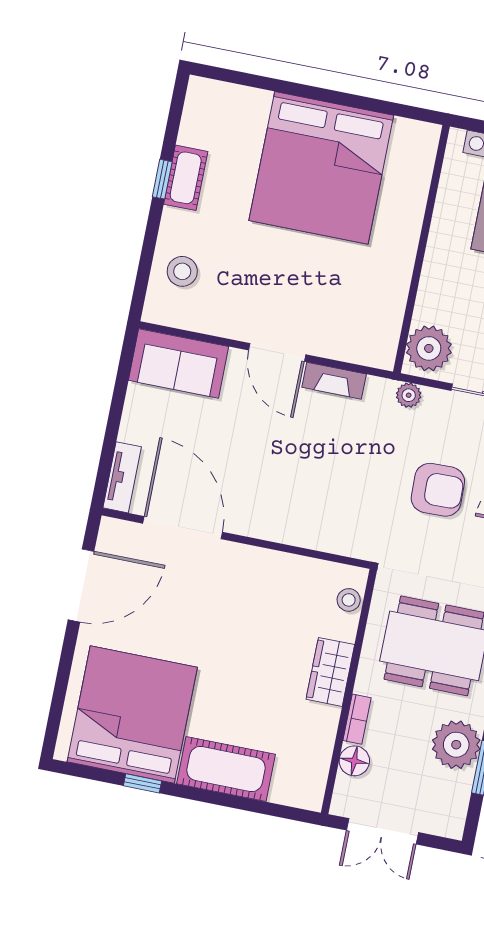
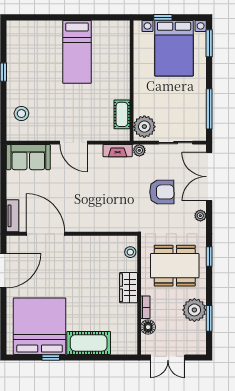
bed: (321, 168) -> (77, 52), width x0.49
cot: (186, 178) -> (122, 114), moved
fireplace: (334, 381) -> (118, 151), moved

